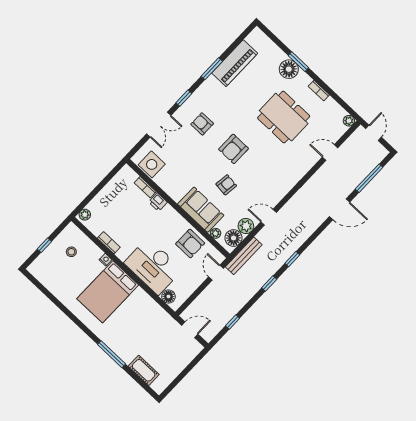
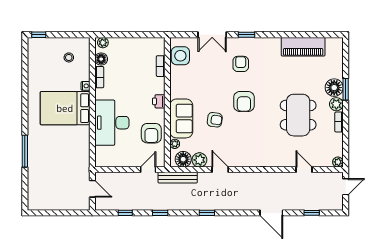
window: (212, 69) -> (284, 35), removed
plant: (303, 80) -> (336, 104), added
armchair: (234, 149) -> (244, 102), turned -90
window: (369, 178) -> (312, 213), width x0.46
printer: (158, 202) -> (159, 101), moved
window: (44, 245) -> (39, 35), moved
window: (269, 283) -> (160, 213), moved
floor lamp: (168, 297) -> (101, 59), moved
cot: (144, 370) -> (35, 184), removed

